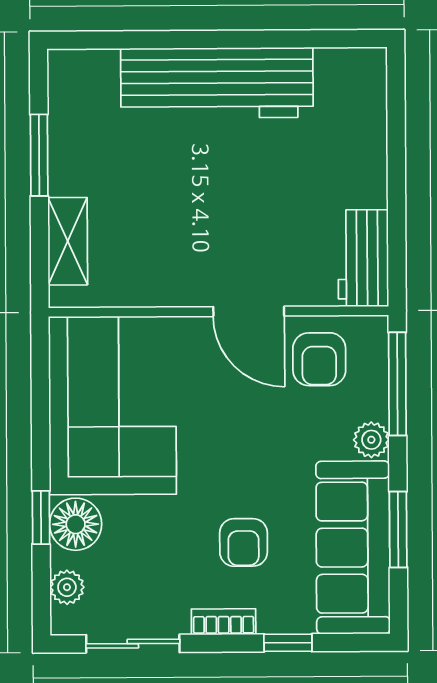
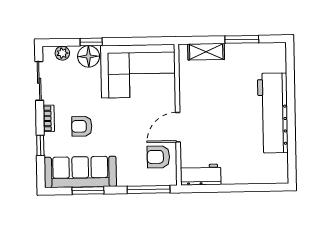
plant: (371, 440) -> (125, 179), removed

